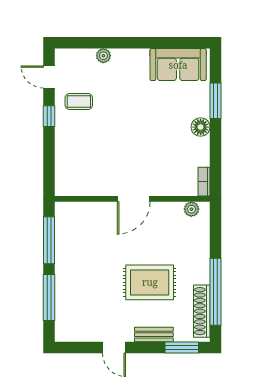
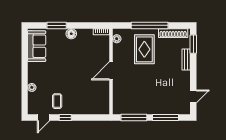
door: (134, 199) -> (111, 71), swing flipped
rug: (150, 282) -> (144, 49), moved
window: (215, 292) -> (150, 25), moved
door: (114, 348) -> (193, 96), moved

